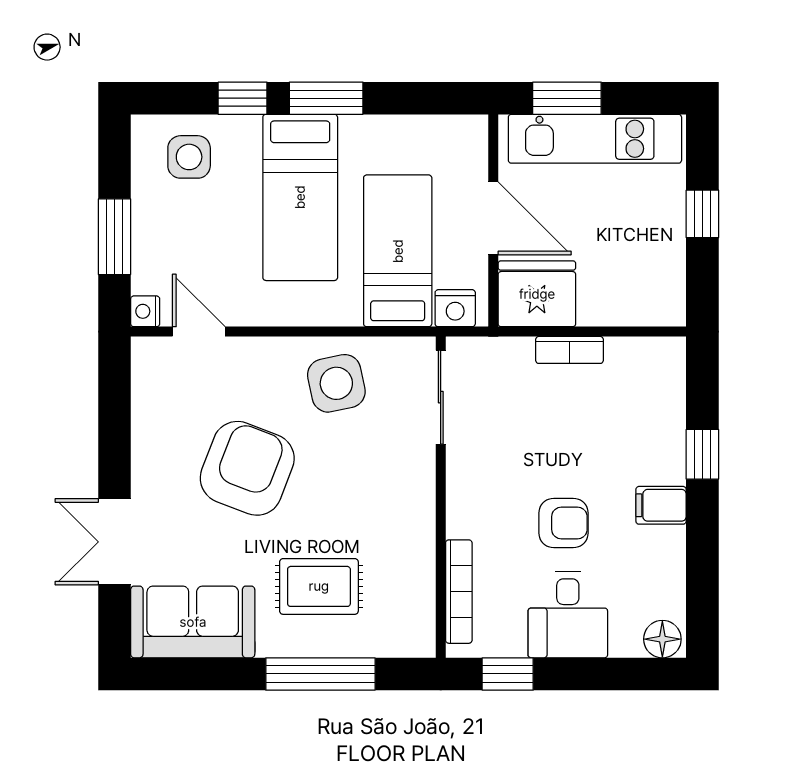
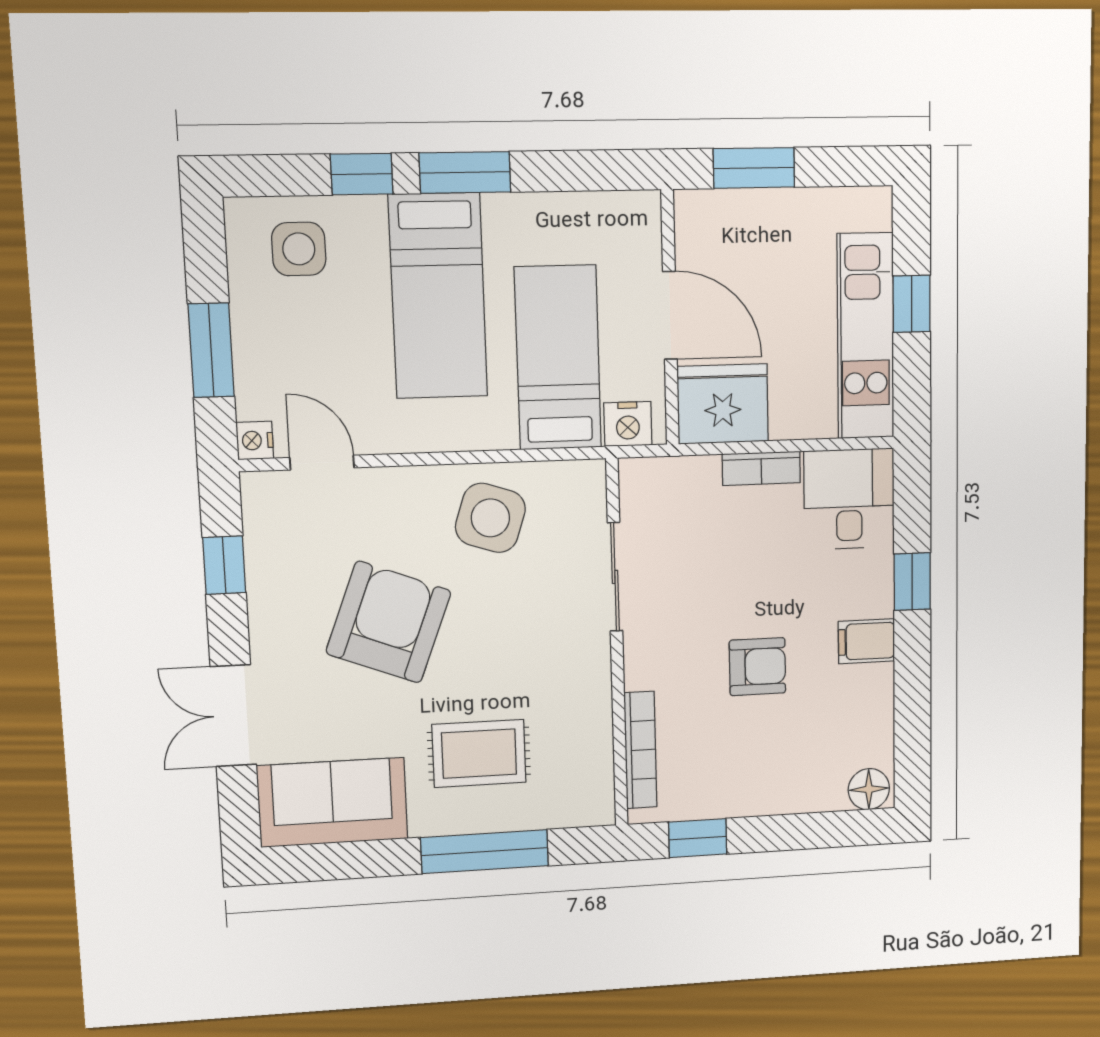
kitchen unit: (595, 139) -> (866, 336), moved, turned 90
side table: (336, 383) -> (490, 518), turned 30
sliding door: (441, 397) -> (615, 577), moved
window: (114, 414) -> (224, 565), added
desk: (568, 615) -> (849, 499), moved, turned 180

